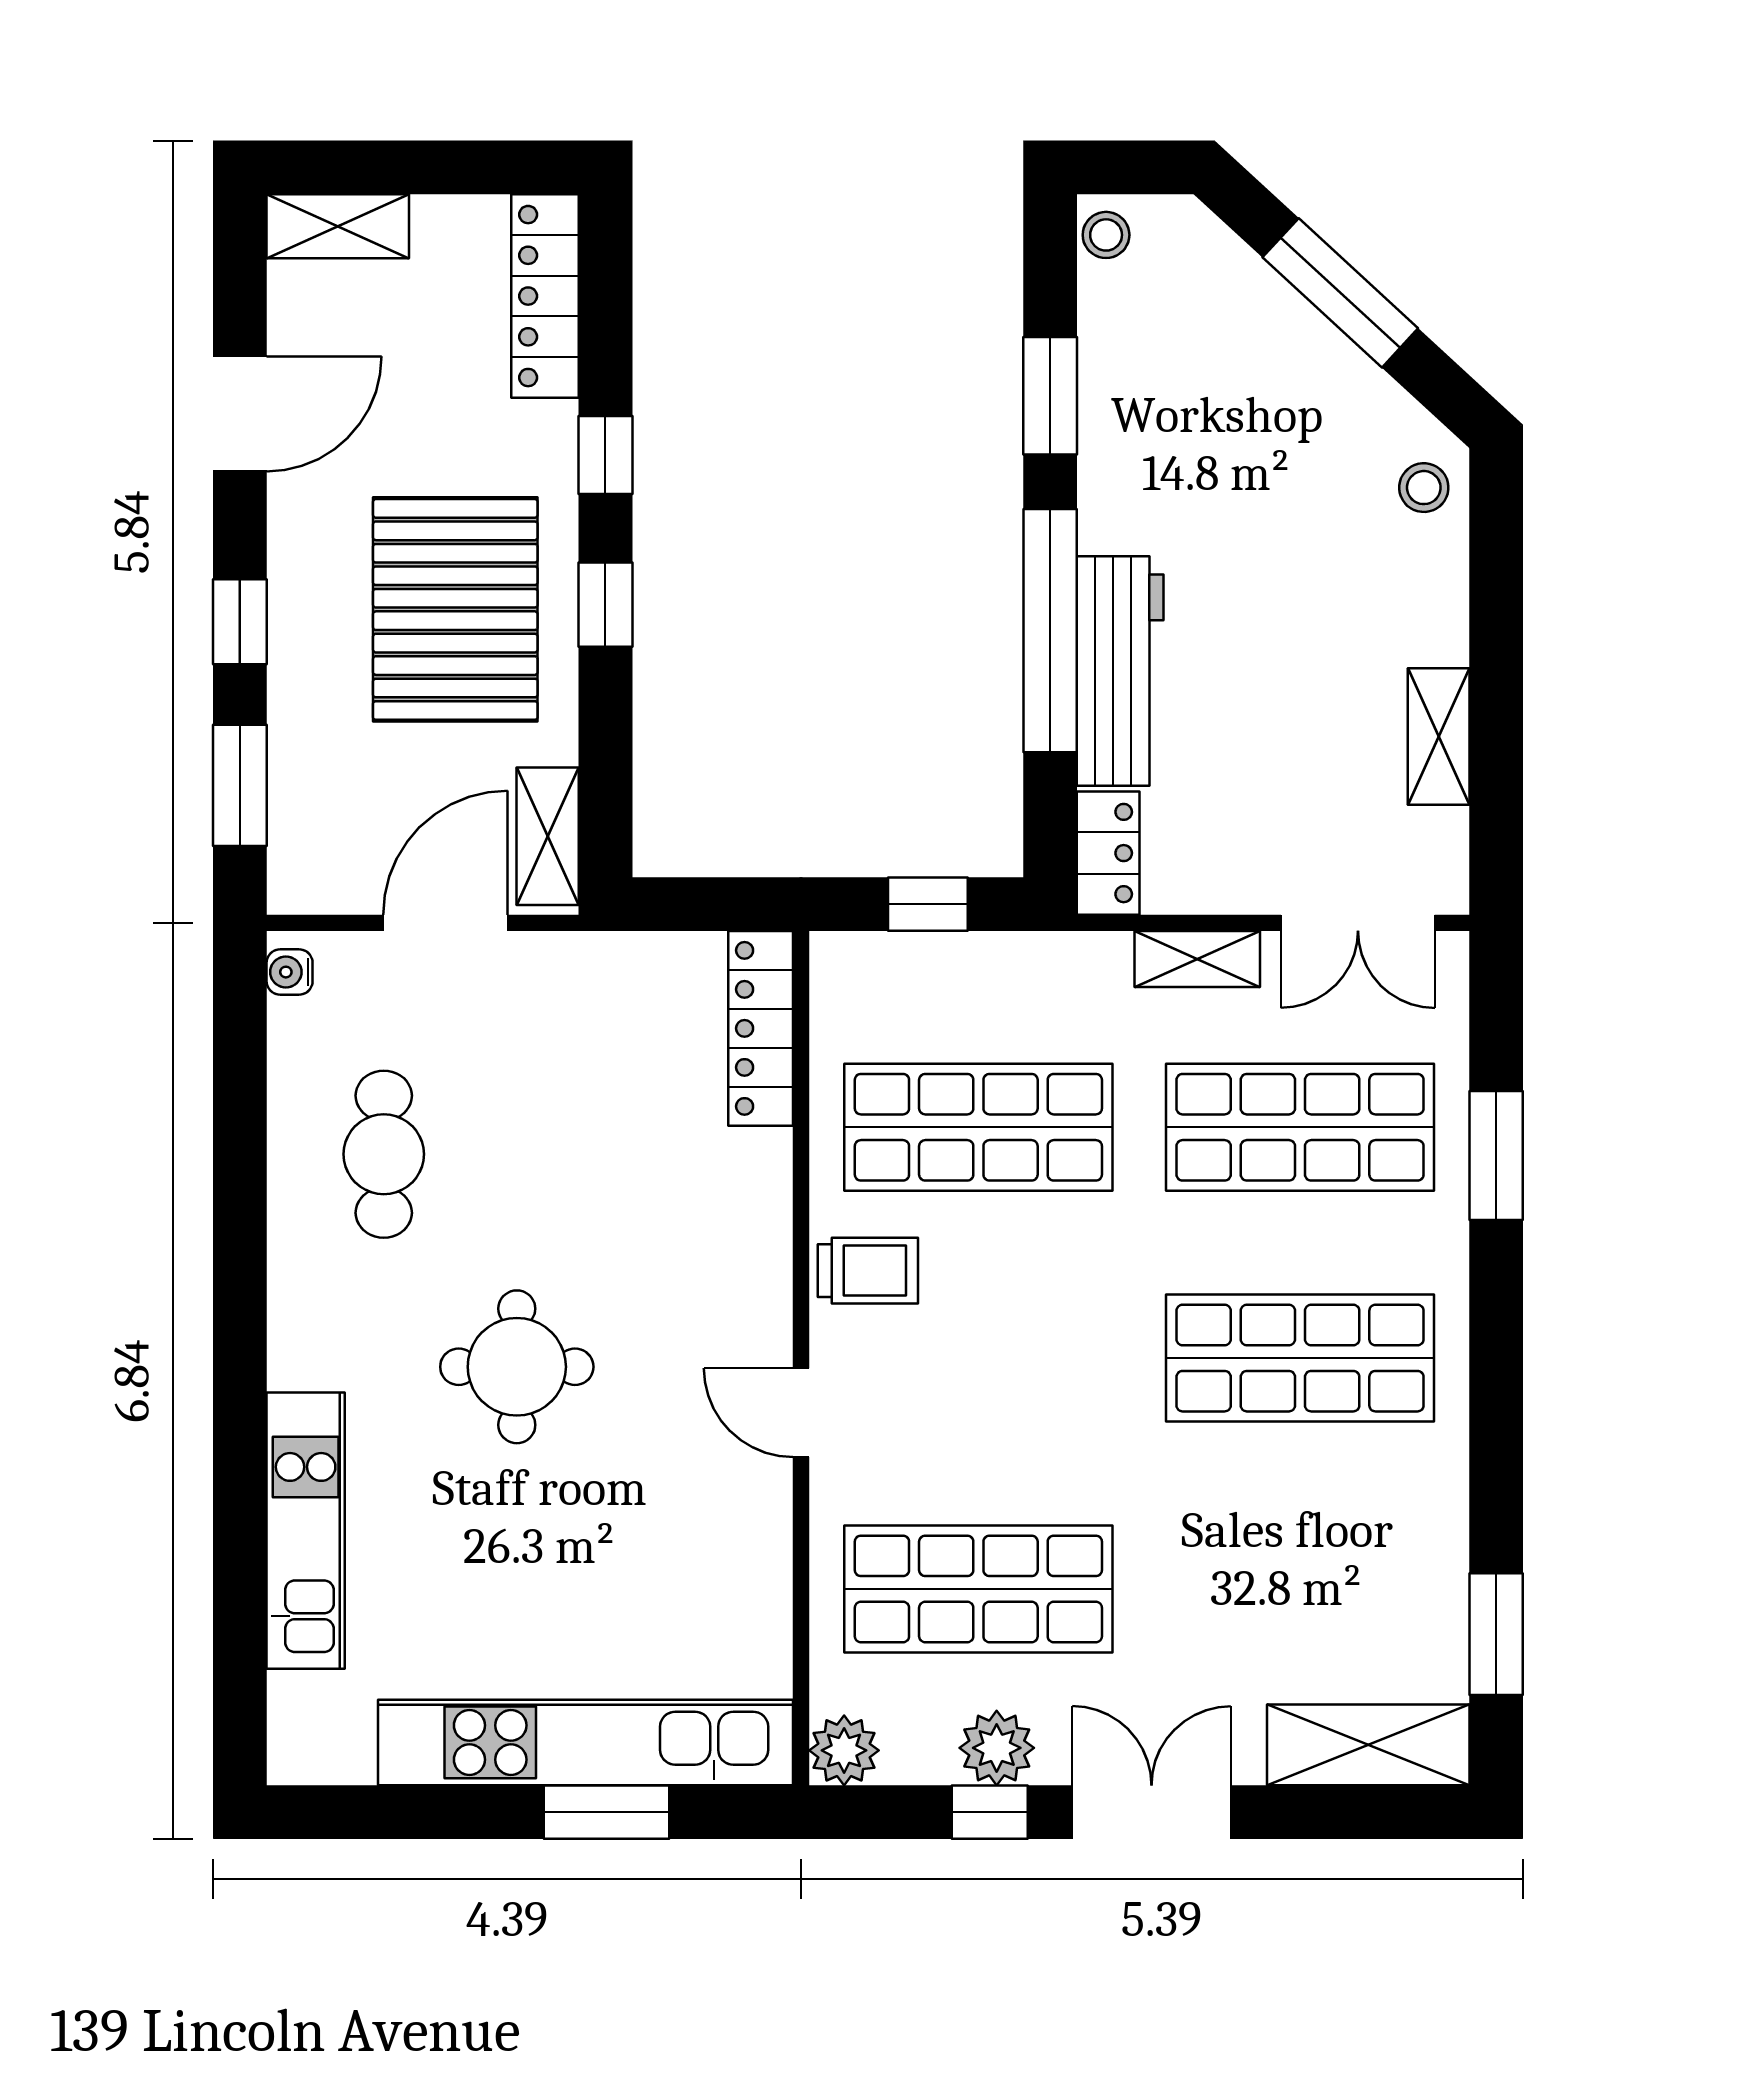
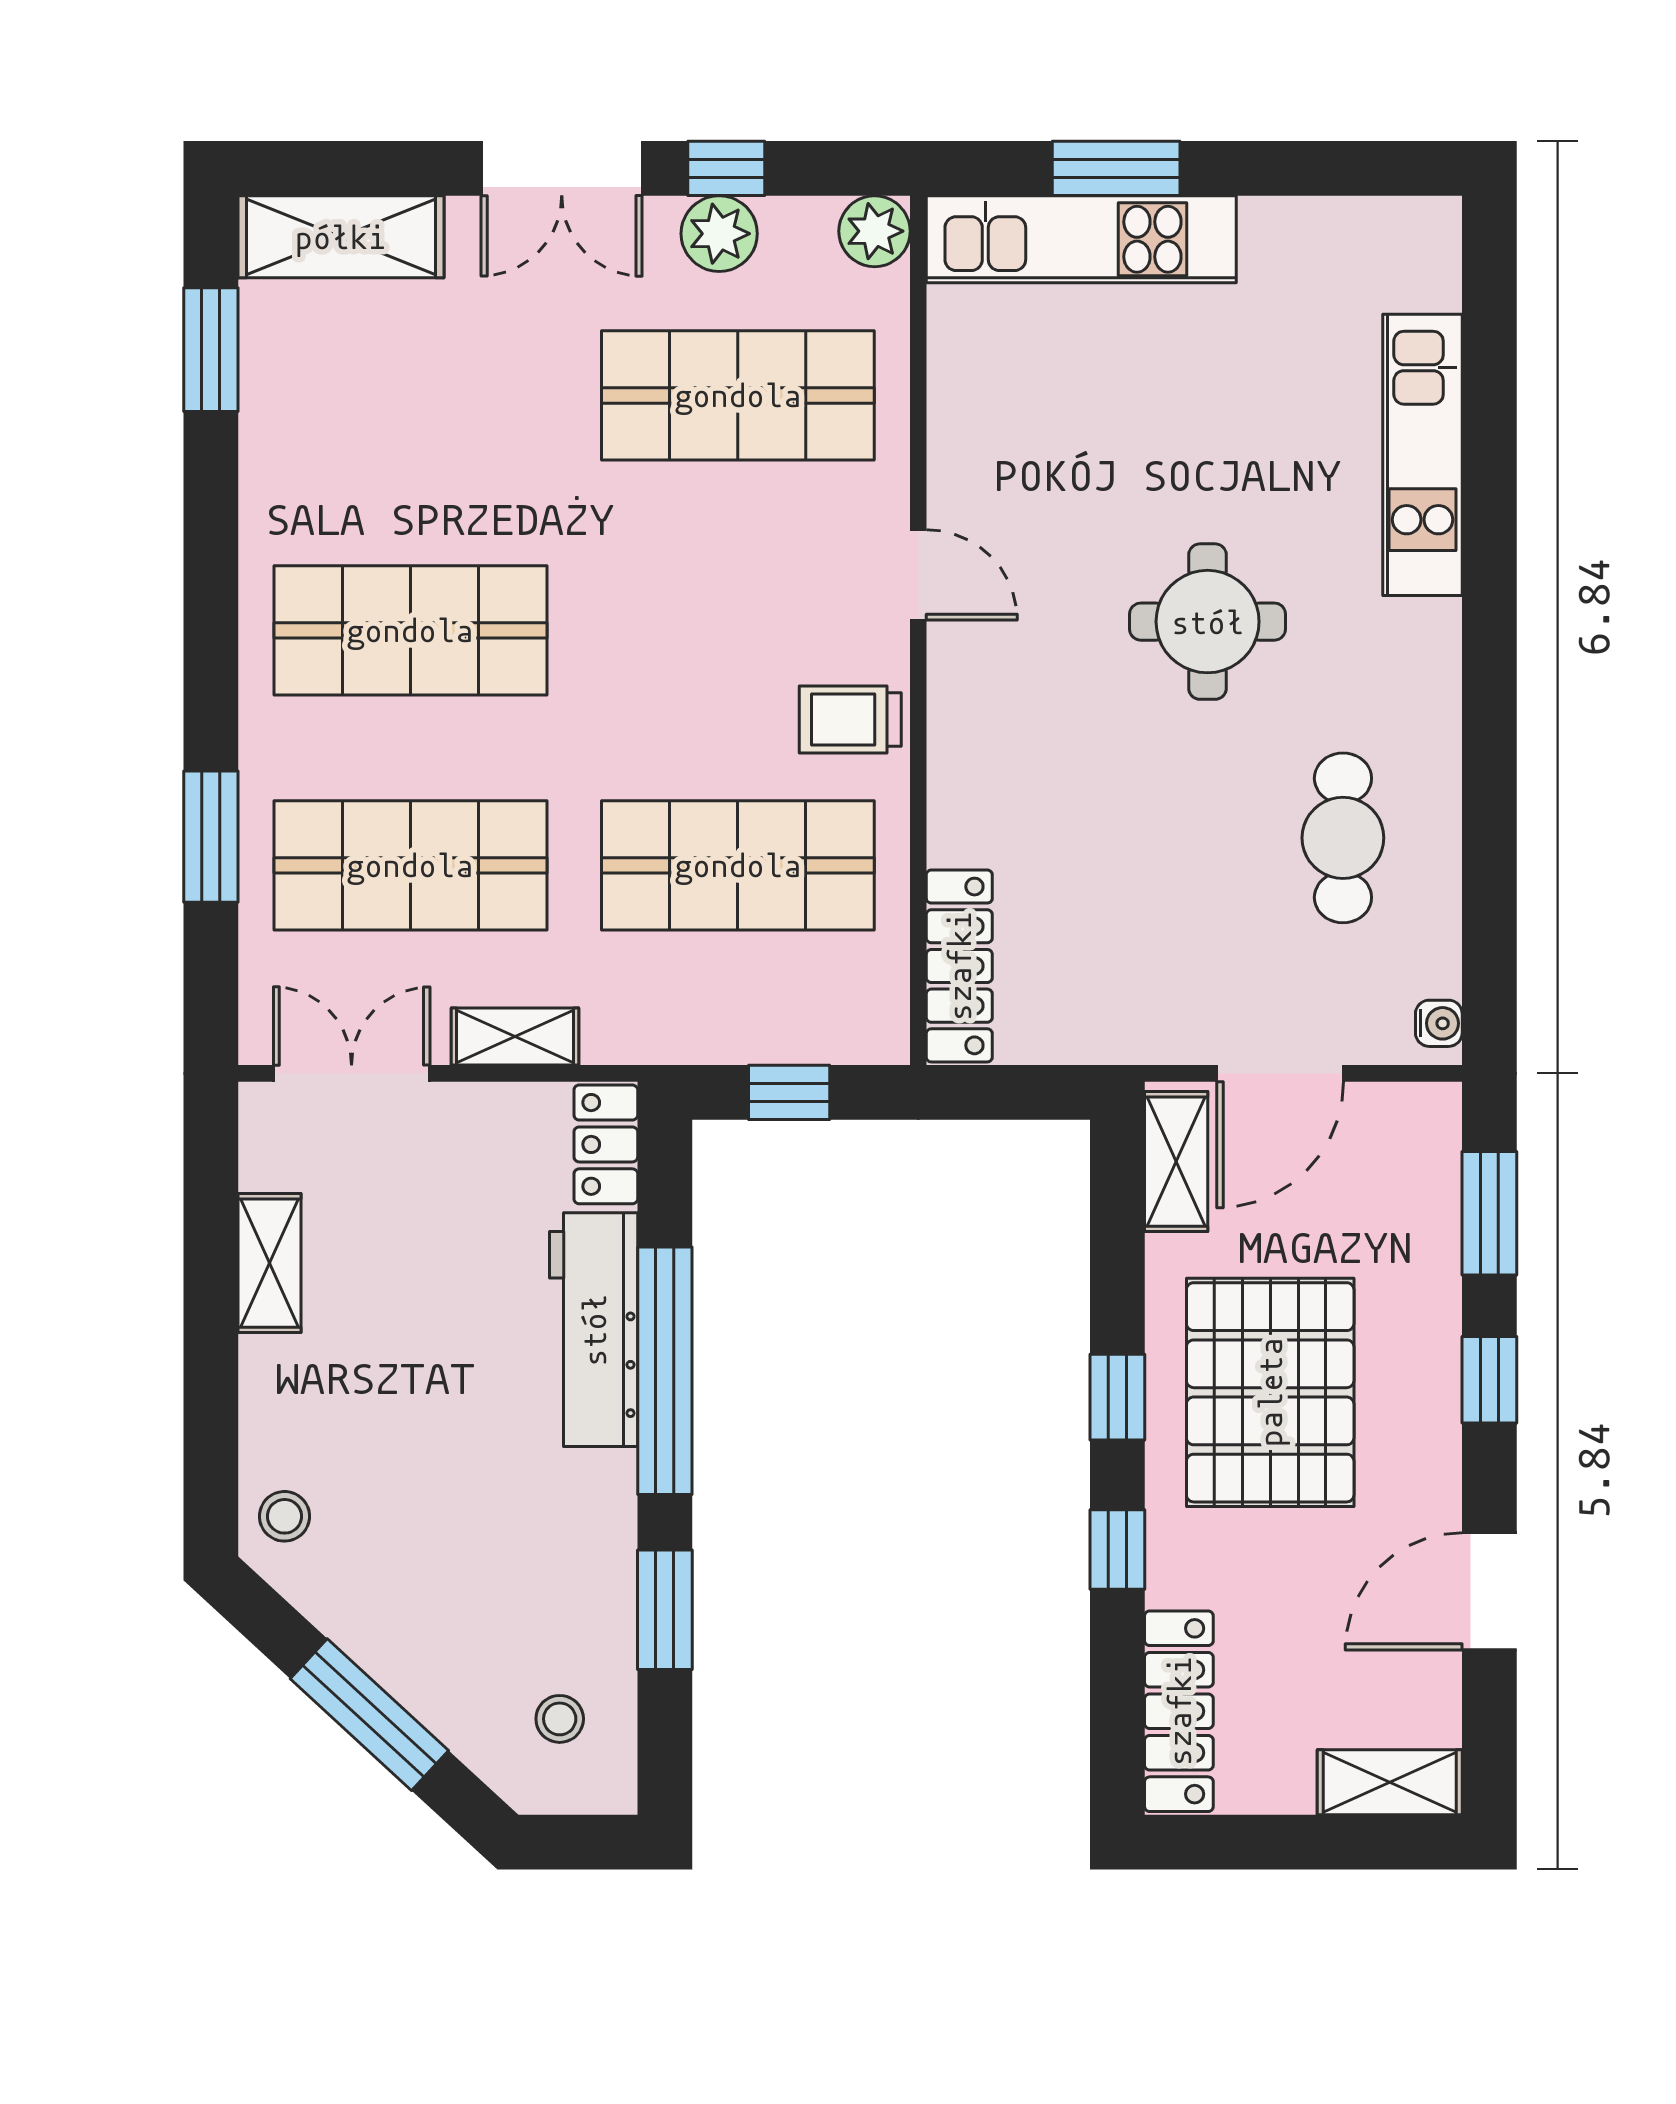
stool: (1106, 235) -> (560, 1719), moved
kitchen unit: (586, 1742) -> (1081, 239), width x0.73

